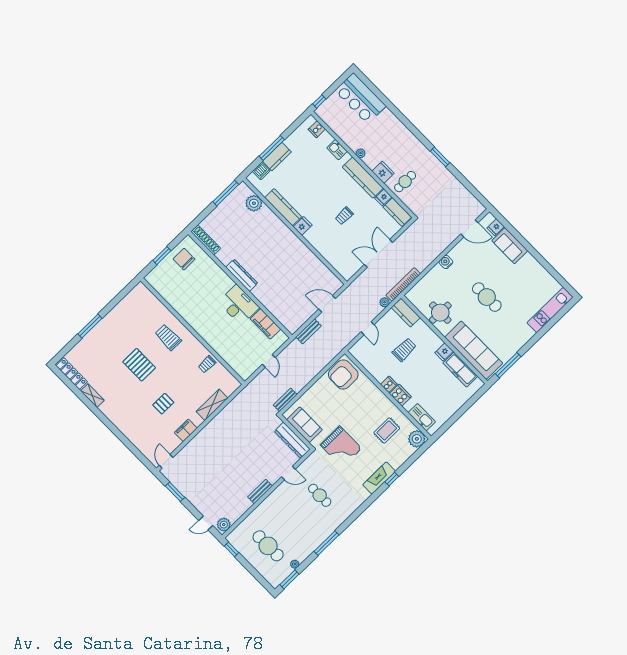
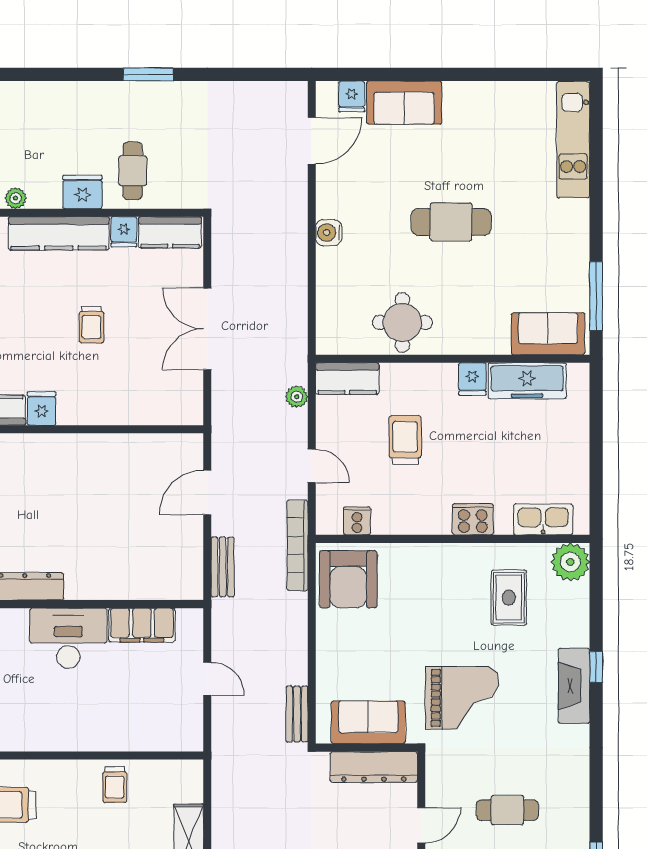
bookcase: (403, 285) -> (297, 545), moved
sofa: (474, 350) -> (548, 334), width x0.54, depth x0.79
cooker: (389, 384) -> (357, 521), moved

